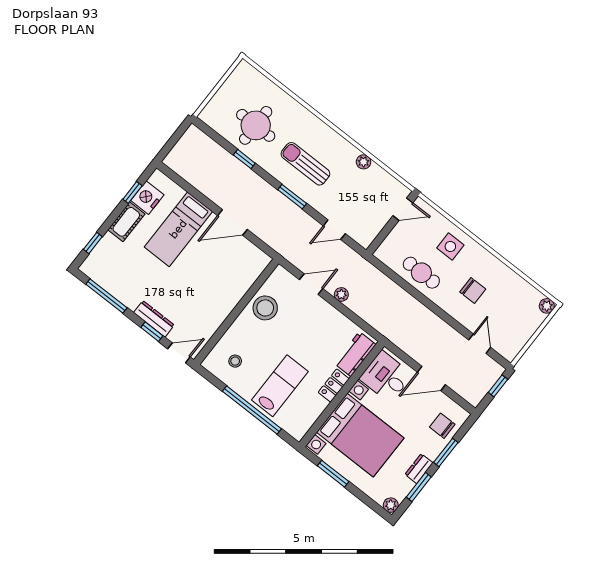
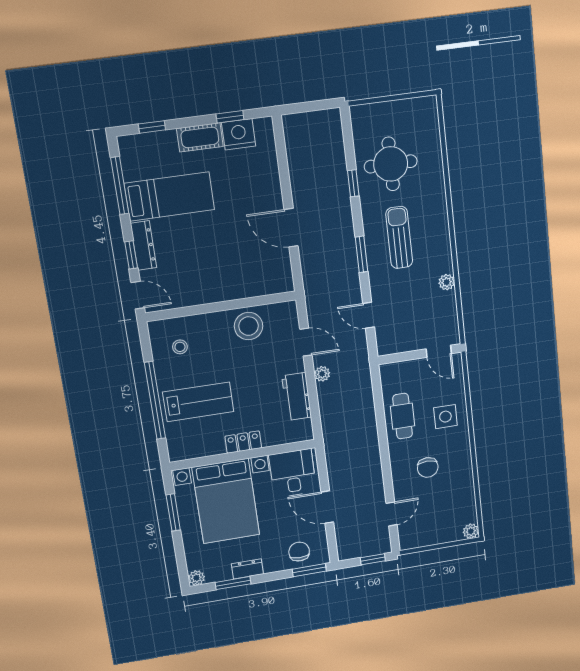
bed: (178, 229) -> (169, 196), moved, turned 180
workbench: (355, 354) -> (297, 397), moved, turned -90
window: (446, 452) -> (309, 570), moved

